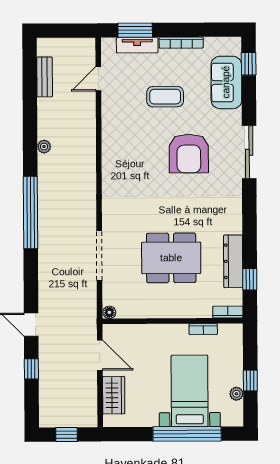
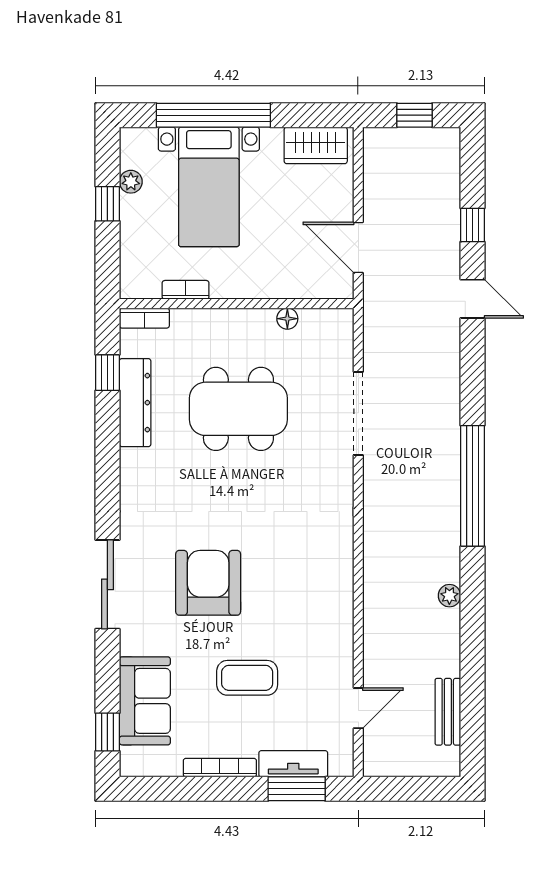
floor lamp: (109, 312) -> (287, 319), moved
wardrobe: (114, 395) -> (316, 145), moved, turned -90

